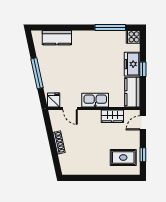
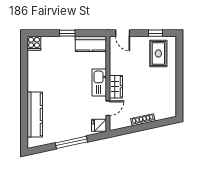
window: (110, 27) -> (24, 67), removed
kitchen counter: (57, 38) -> (35, 114), width x1.50
freezer: (132, 64) -> (62, 44), removed
wardrobe: (112, 116) -> (116, 87), moved

